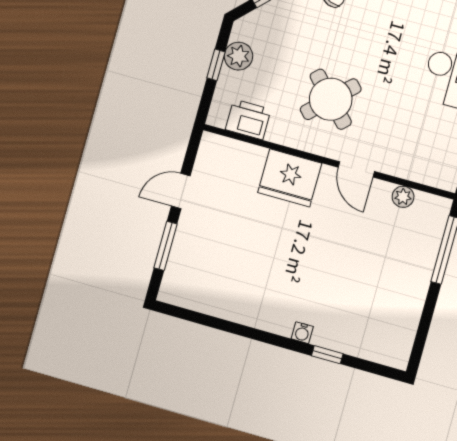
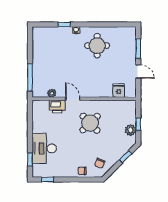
printer: (248, 119) -> (57, 106), moved
fridge: (290, 178) -> (119, 91), moved, width x0.53, depth x0.75
door: (181, 191) -> (138, 72), hinge flipped
round table: (262, 281) -> (97, 46), added

